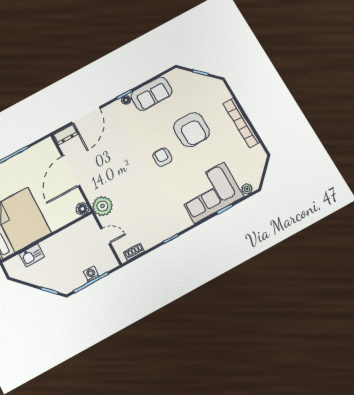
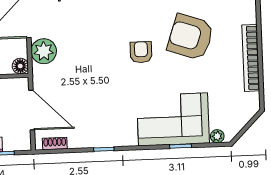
armchair: (192, 130) -> (190, 37), turned 109
plant: (102, 206) -> (44, 51), moved
door: (106, 236) -> (32, 110), width x1.88

